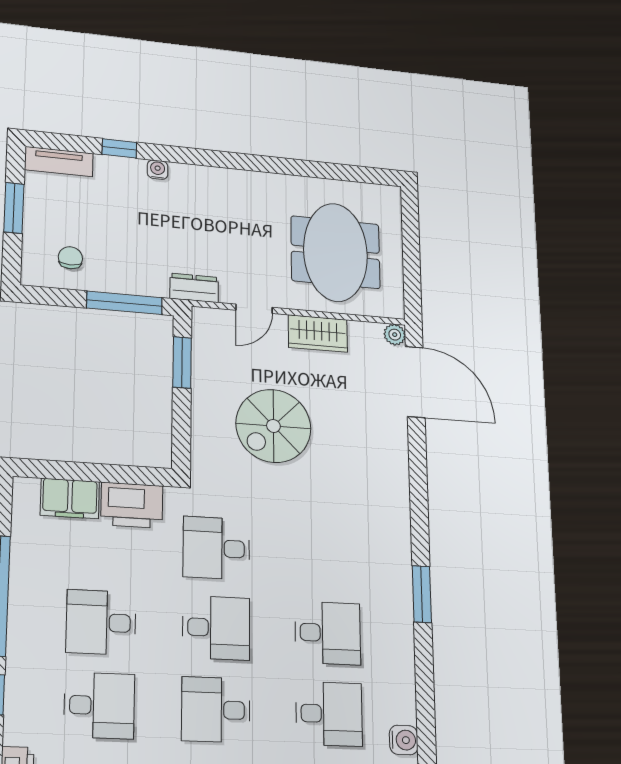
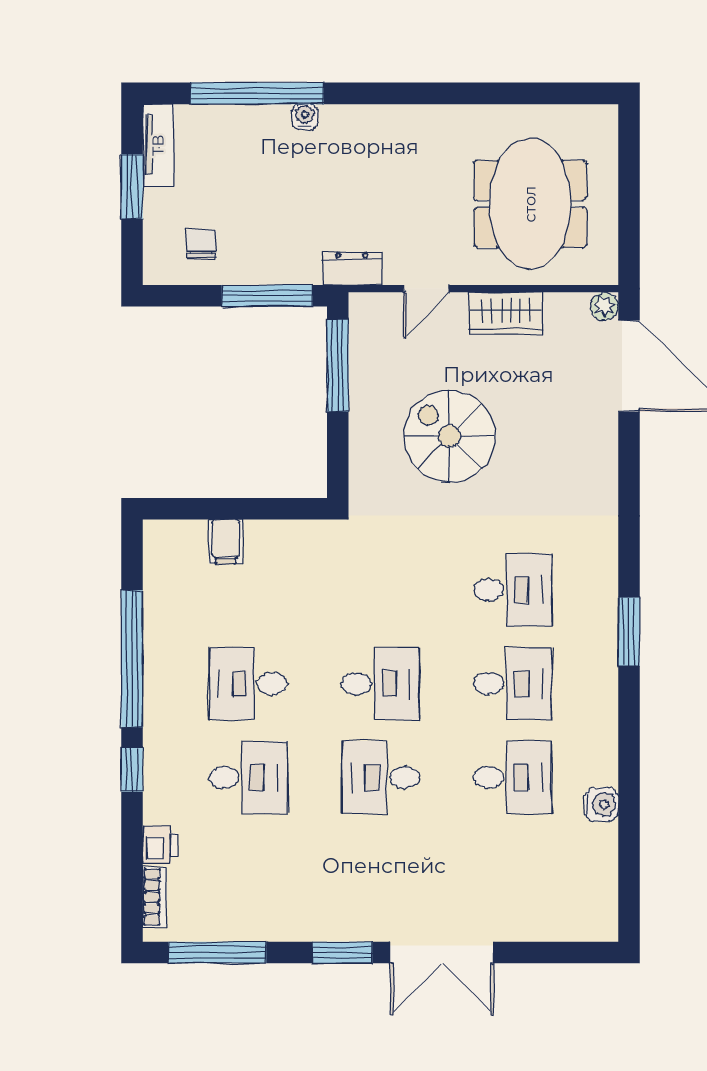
window: (119, 148) -> (257, 93), width x3.17
tv unit: (59, 162) -> (158, 145), moved, turned -90
window: (182, 362) -> (338, 365), width x1.44
spiral stairs: (273, 426) -> (449, 436), turned 90
filing cabinet: (70, 498) -> (226, 542), width x0.50
printer: (132, 505) -> (281, 545), removed
desk: (216, 548) -> (513, 590), moved, turned 180

